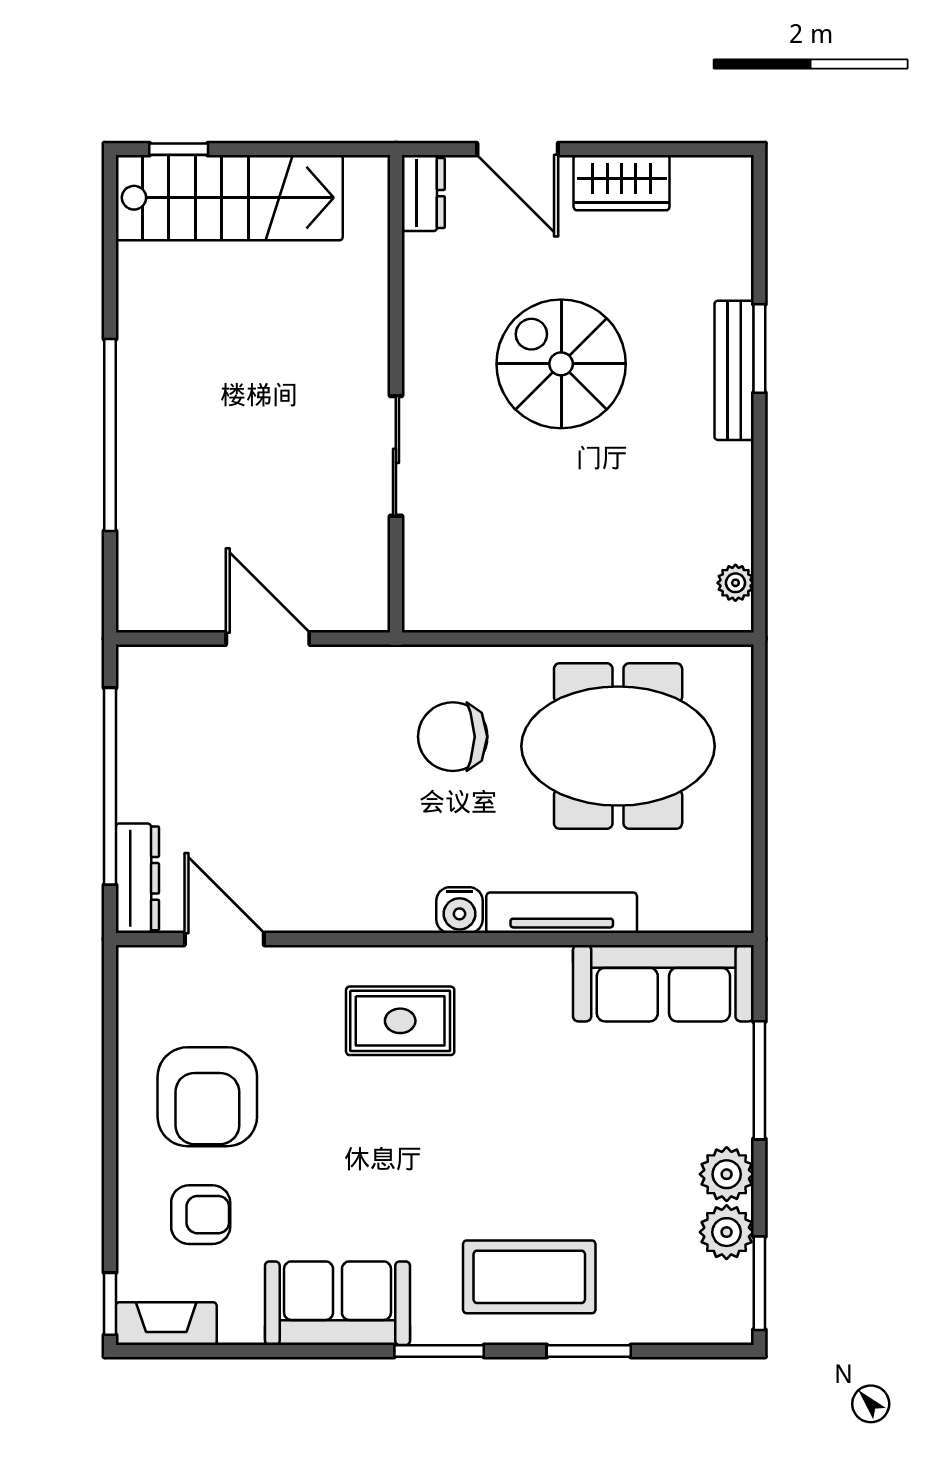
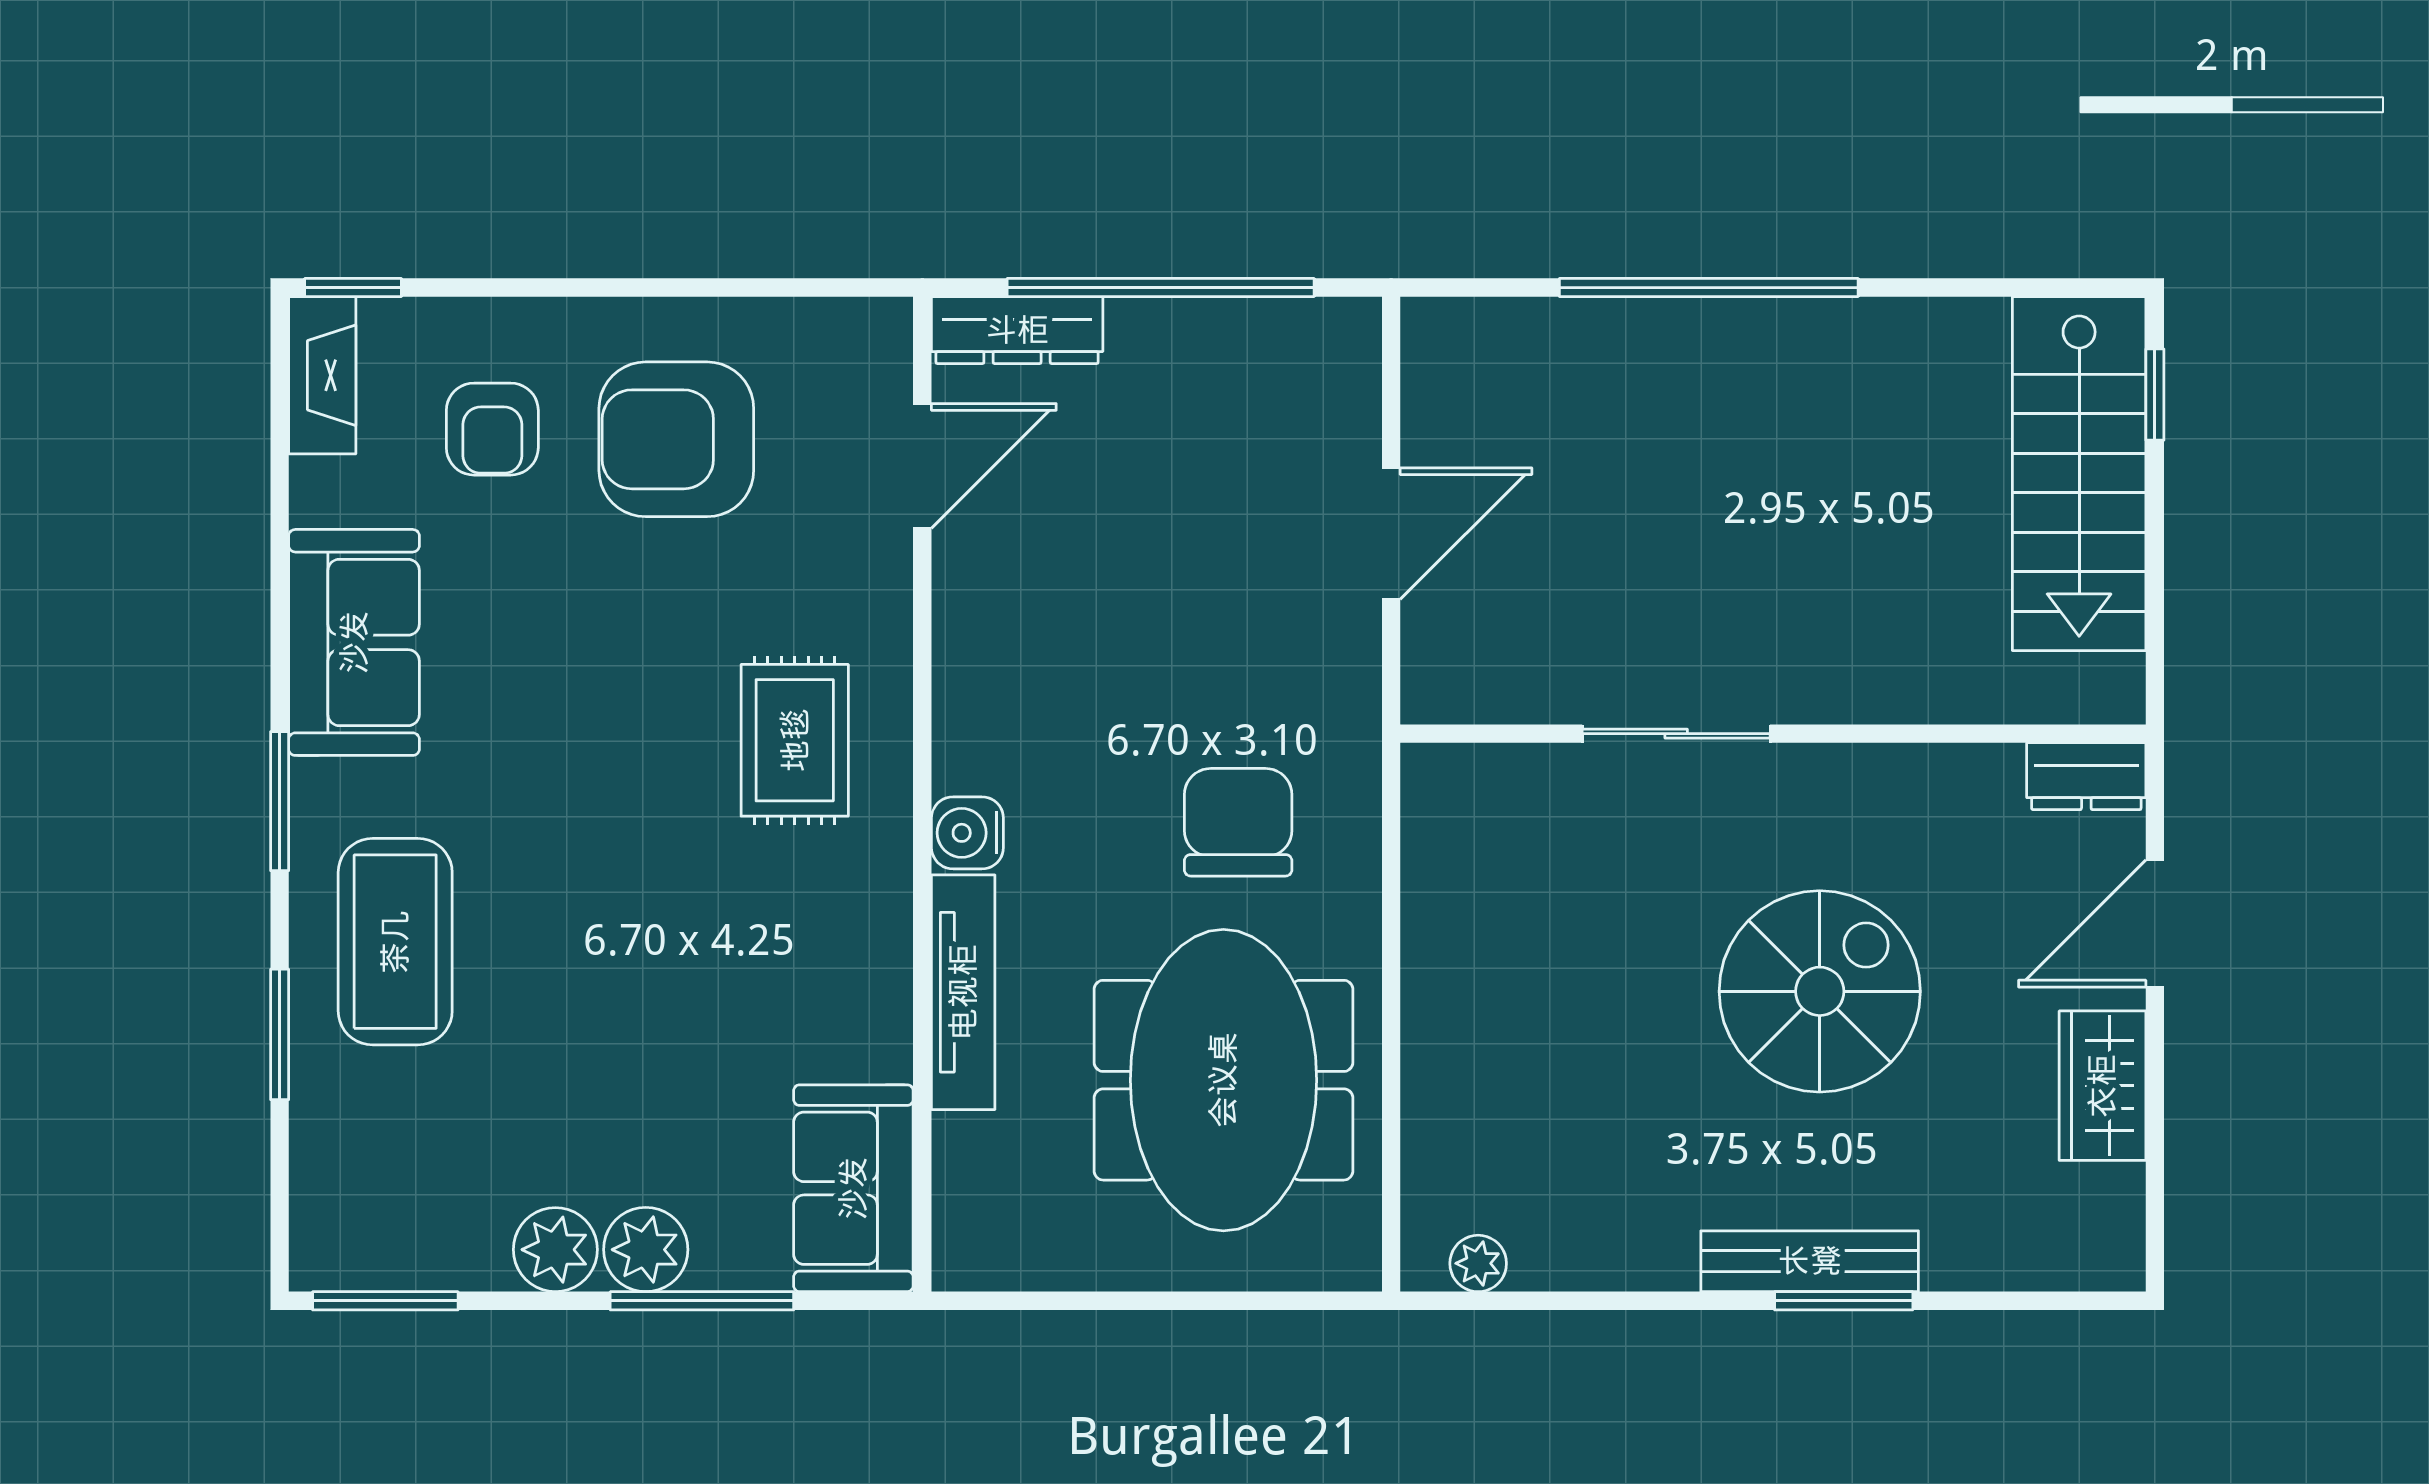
sofa: (663, 983) -> (853, 1188), width x0.73
plant: (727, 1232) -> (646, 1250), moved

